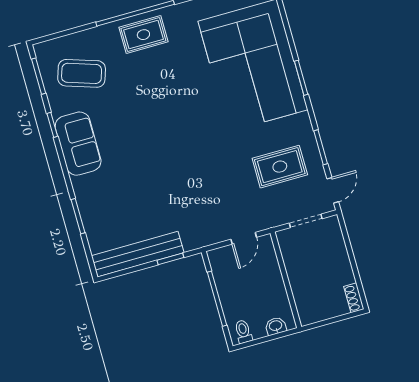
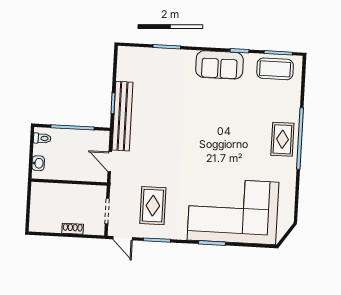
coffee table: (82, 73) -> (275, 69), moved, turned 72
bench: (138, 254) -> (122, 116), moved
shoe rack: (354, 298) -> (73, 229), moved

